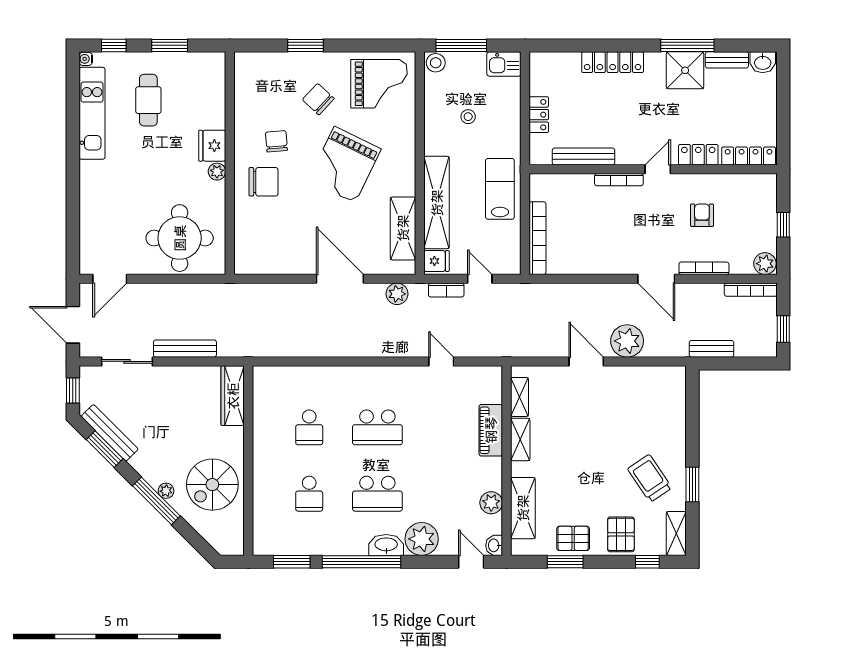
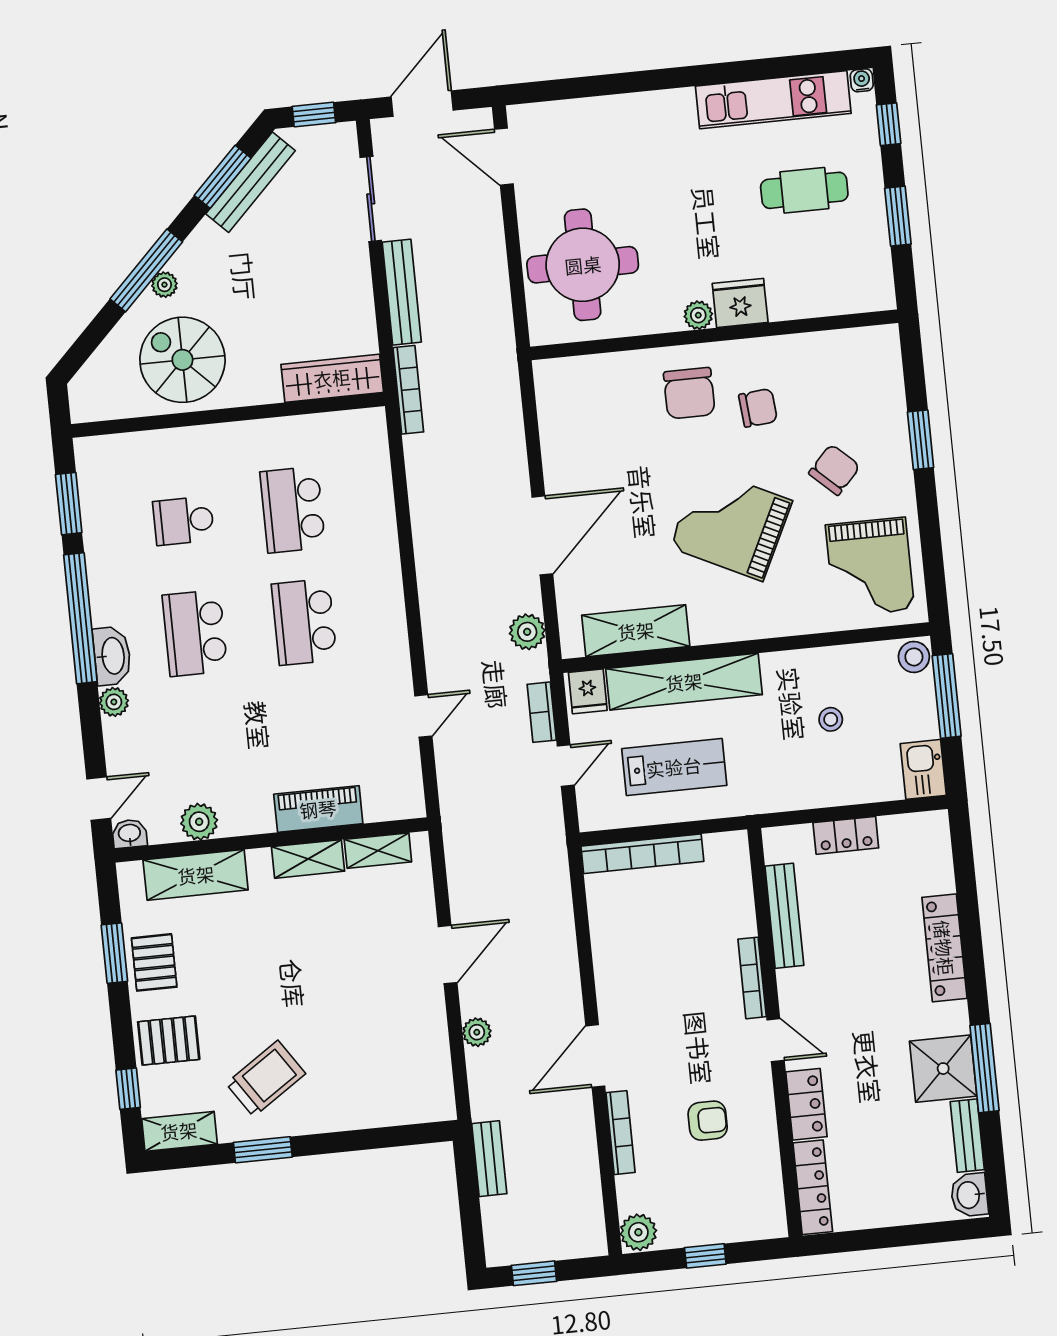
lab bench: (500, 189) -> (674, 767), moved
bookcase: (751, 290) -> (408, 390), moved, turned 180
plant: (627, 341) -> (477, 1032), width x0.53, depth x0.53
school desk: (309, 427) -> (293, 510), width x1.85
plant: (422, 539) -> (114, 702), width x0.53, depth x0.53

